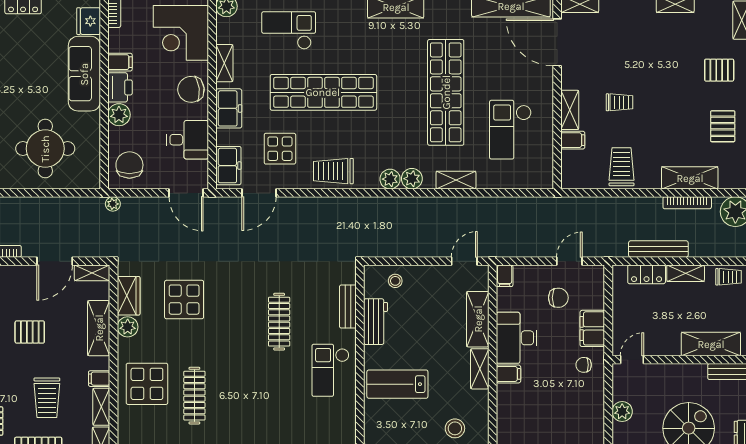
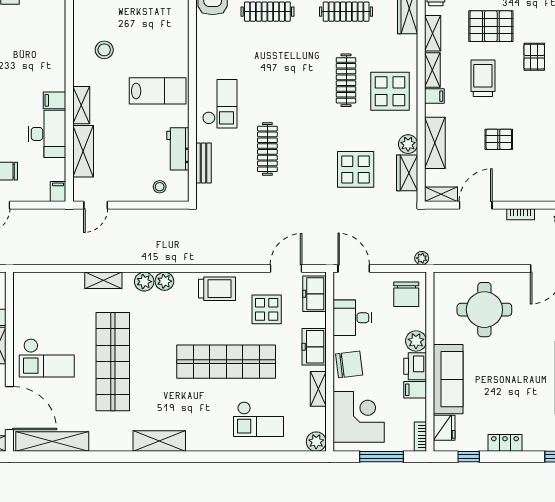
checkout: (510, 130) -> (47, 358), moved, turned 90

